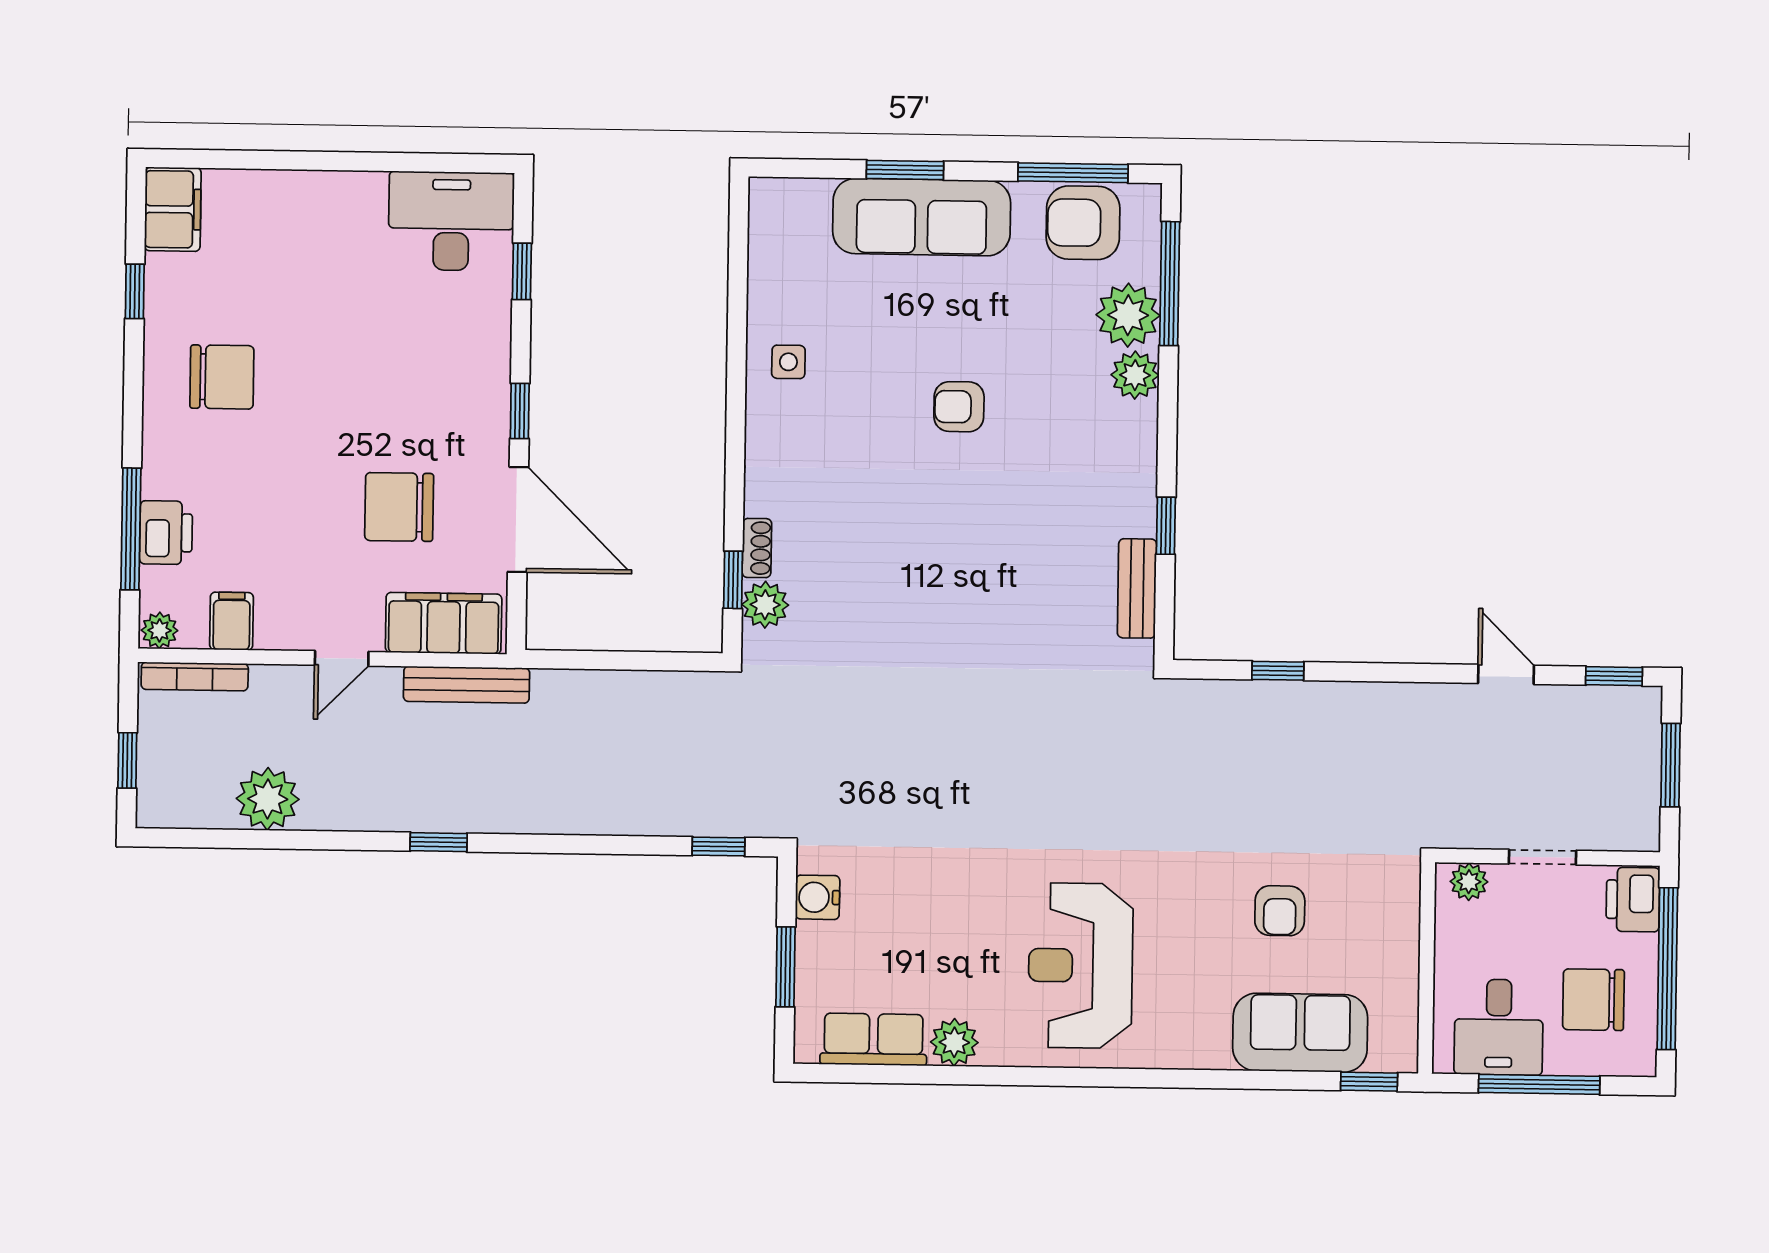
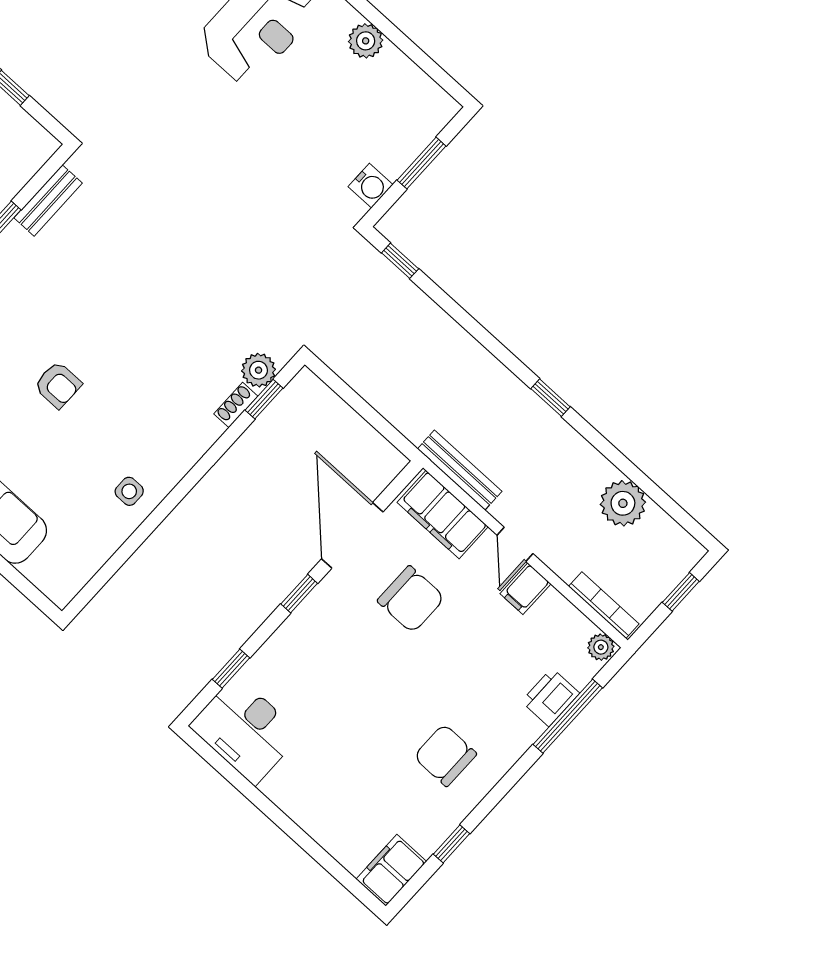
filing cabinet: (232, 621) -> (525, 589), moved
door: (342, 658) -> (515, 544), swing flipped
row of seats: (874, 1039) -> (408, 81), removed

